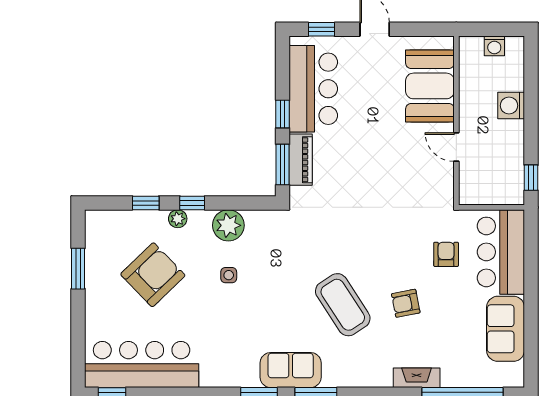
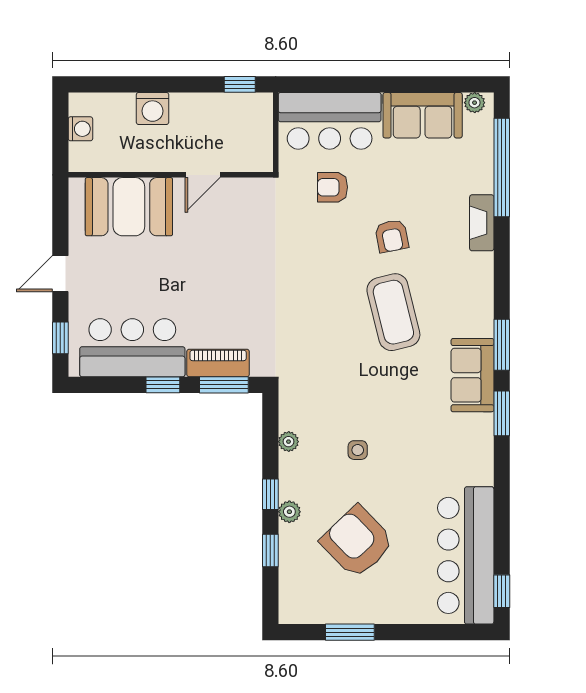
plant: (228, 225) -> (289, 442), width x0.53, depth x0.53
coffee table: (343, 305) -> (393, 312), turned -71
plant: (516, 372) -> (475, 103), added

